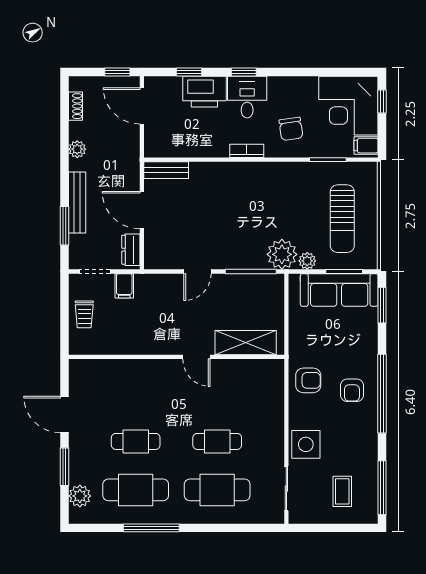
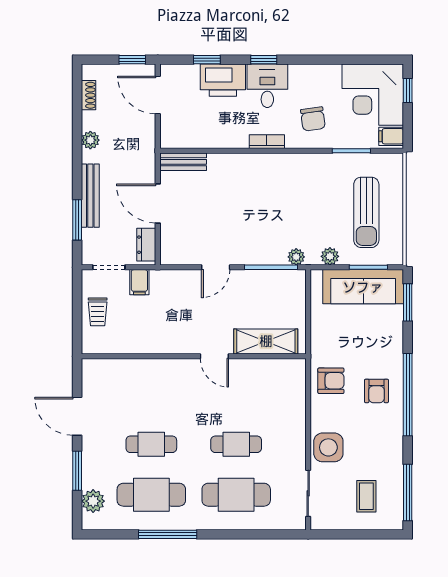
plant: (282, 254) -> (296, 257), width x0.53, depth x0.53

